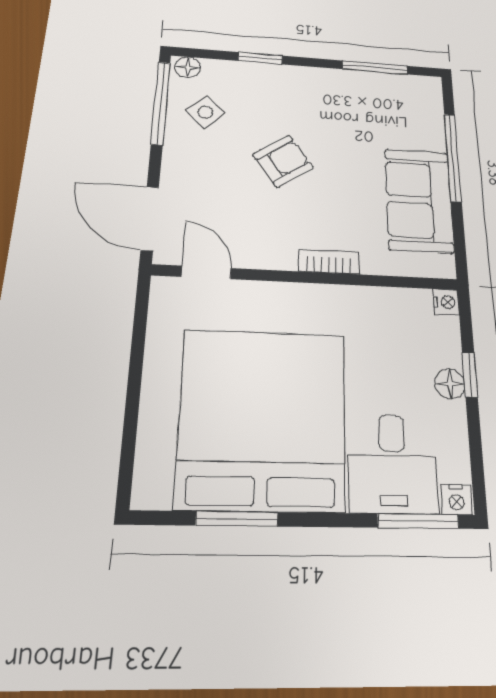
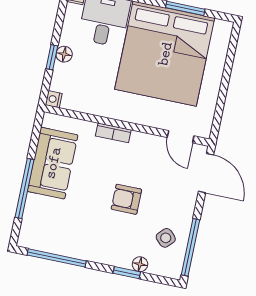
floor lamp: (188, 67) -> (140, 264), moved
window: (375, 67) -> (57, 258), width x1.44
armchair: (283, 161) -> (126, 199), turned 35

